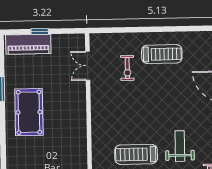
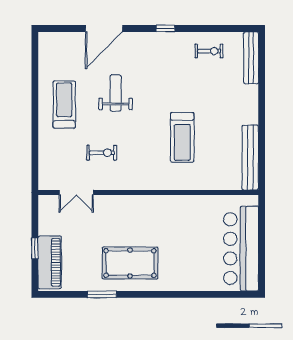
exercise bike: (127, 68) -> (102, 153), moved
weight bench: (180, 146) -> (116, 93), moved, turned 90

